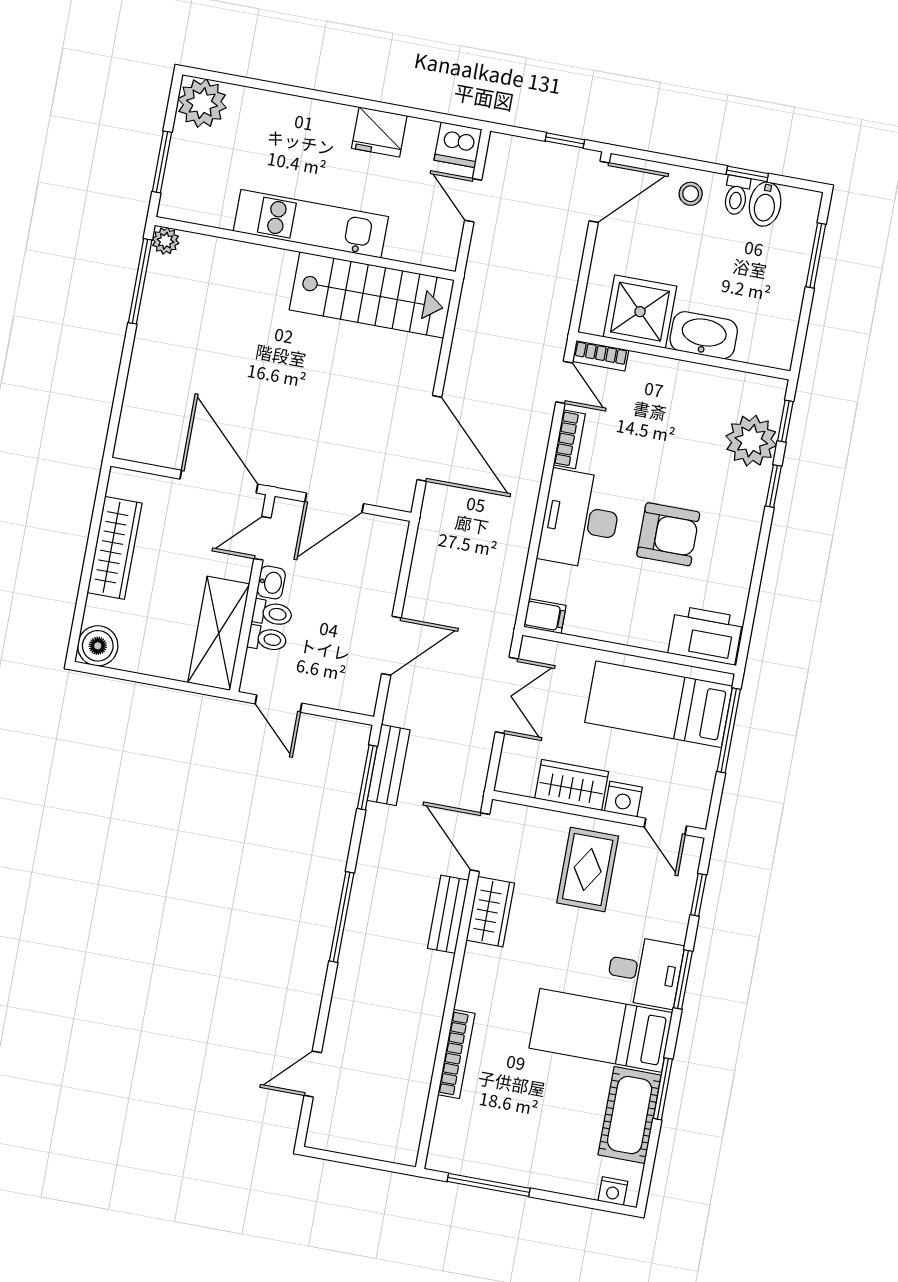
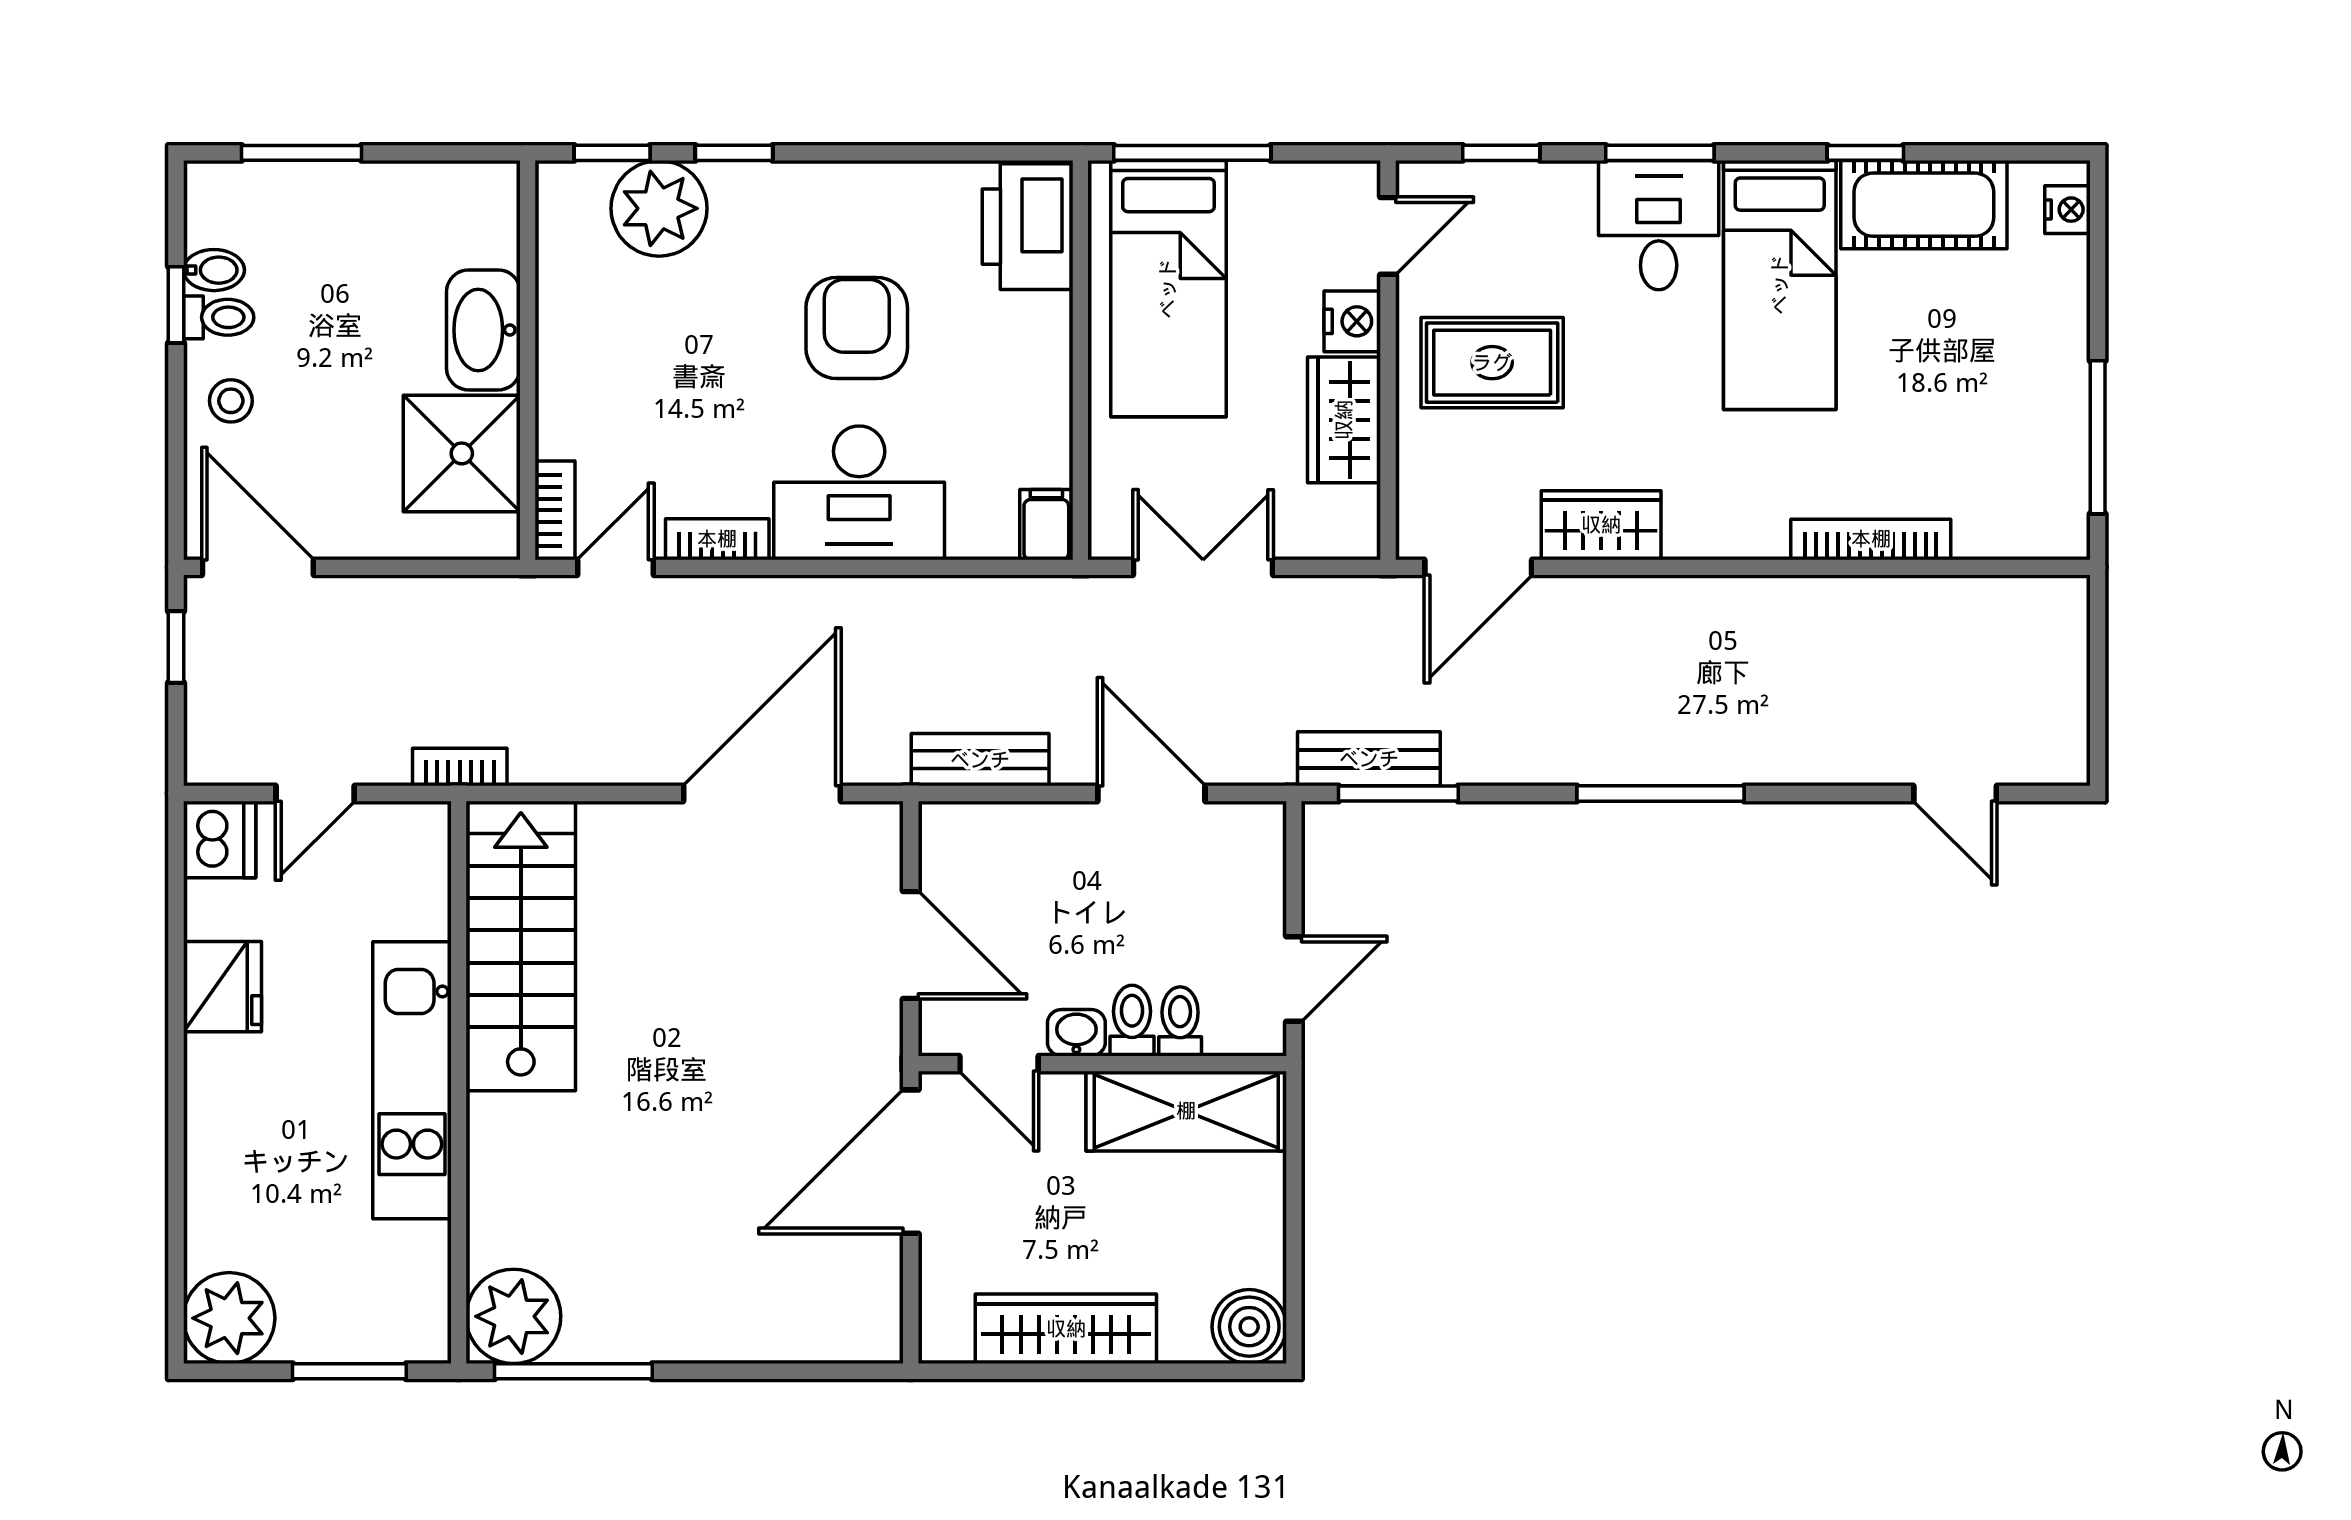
bidet: (765, 204) -> (214, 270), width x0.72, depth x0.74
plant: (166, 241) -> (513, 1316), width x1.88, depth x1.88
bookcase: (473, 280) -> (460, 767), added
bench: (448, 914) -> (980, 760), moved
window: (663, 1089) -> (1865, 153), width x0.67

